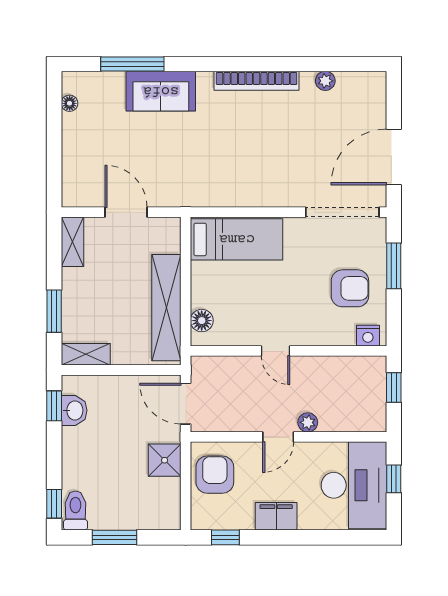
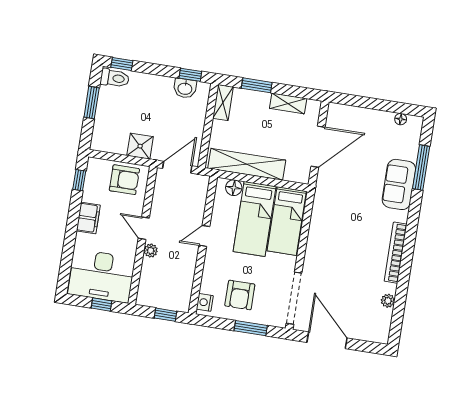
door: (126, 212) -> (318, 147), width x1.36
shelving: (72, 242) -> (288, 103), moved
bed: (241, 285) -> (255, 219), added

